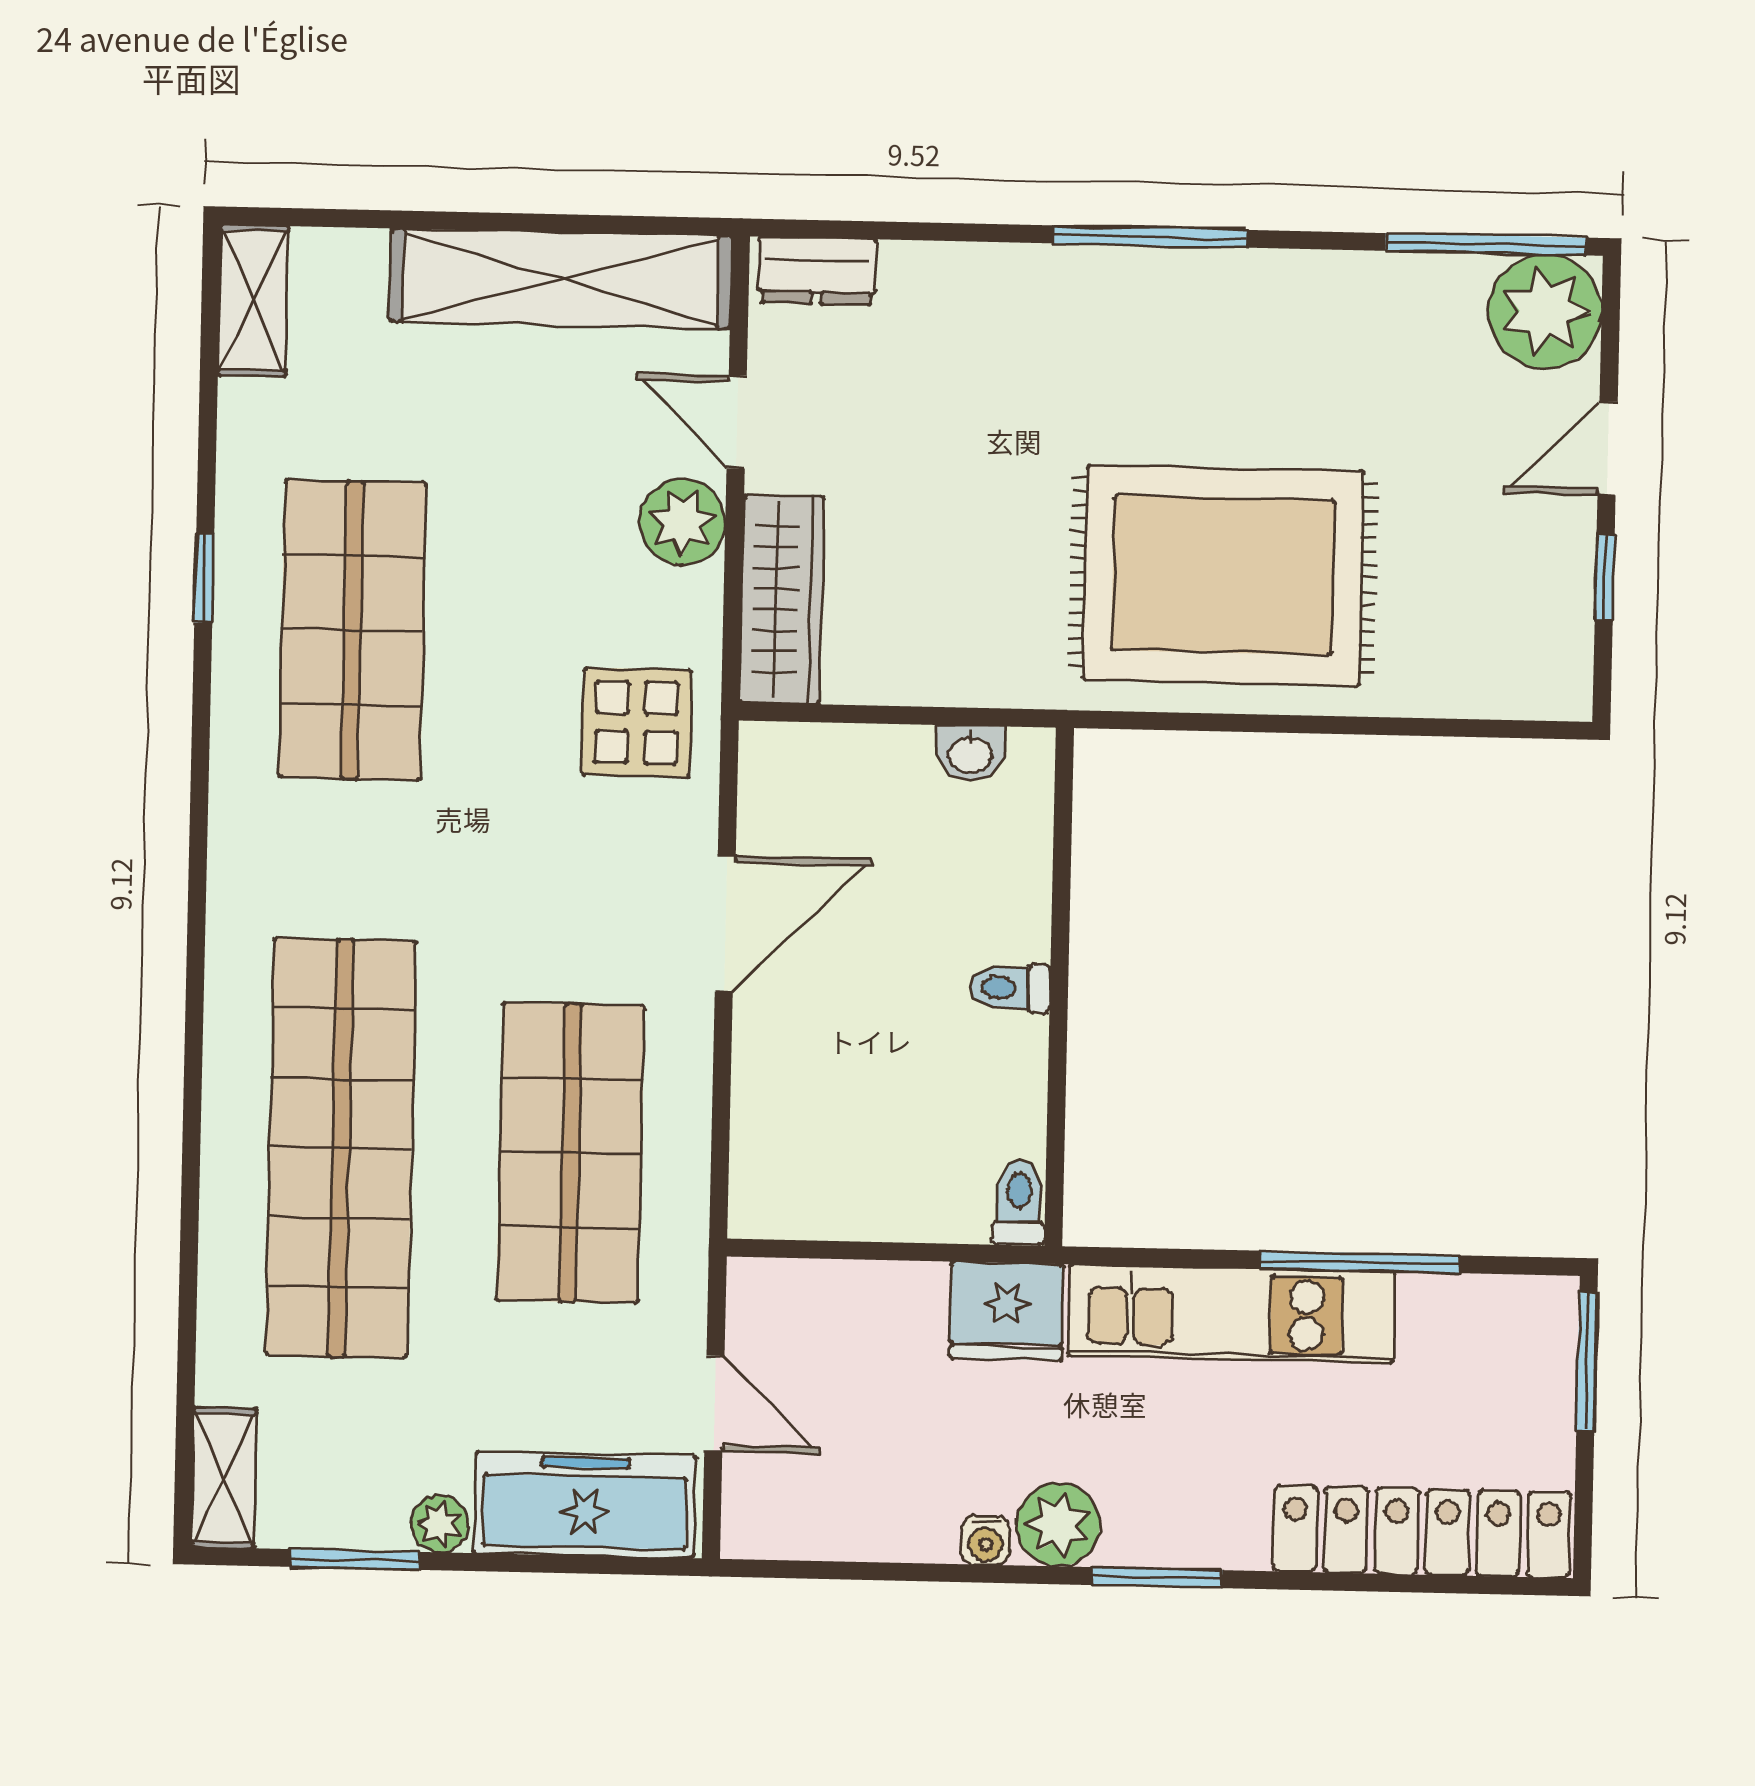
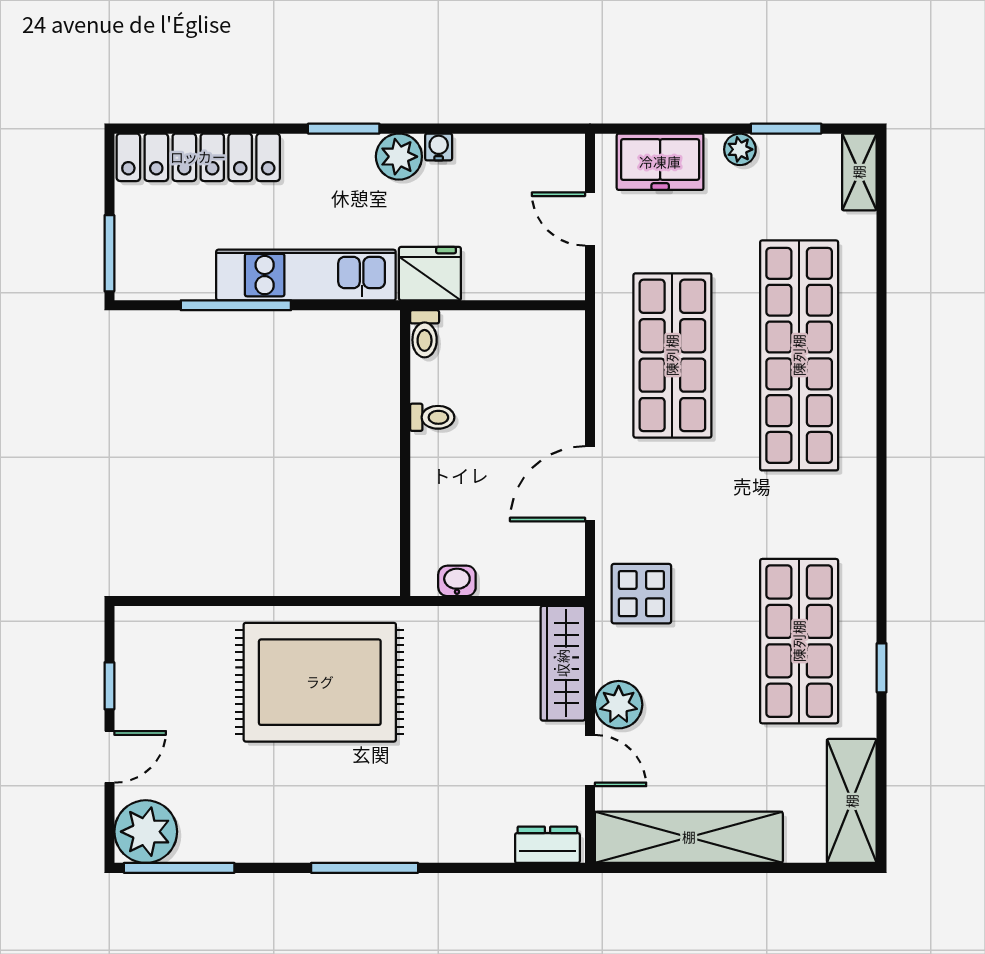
shelving: (253, 300) -> (852, 801), width x1.50, depth x1.33
toilet: (1010, 988) -> (432, 417), moved
freezer: (585, 1505) -> (660, 162), width x0.71

